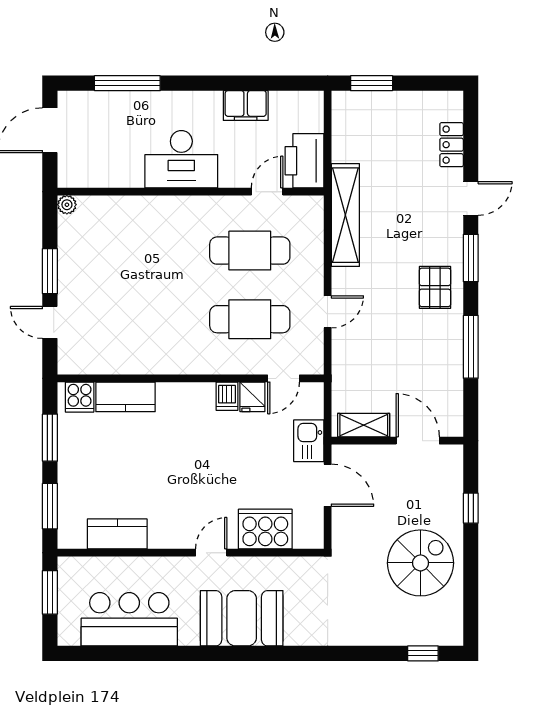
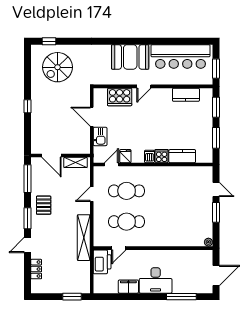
desk: (181, 159) -> (156, 280), moved, turned 180
dishwasher: (227, 396) -> (149, 156), moved
cooker: (80, 397) -> (162, 156), moved
shelving: (364, 425) -> (76, 162), moved
wall: (397, 441) -> (60, 156), moved
door: (418, 441) -> (51, 156), moved
spiral stairs: (421, 563) -> (57, 67), moved
bar counter: (129, 619) -> (181, 57), width x1.36

